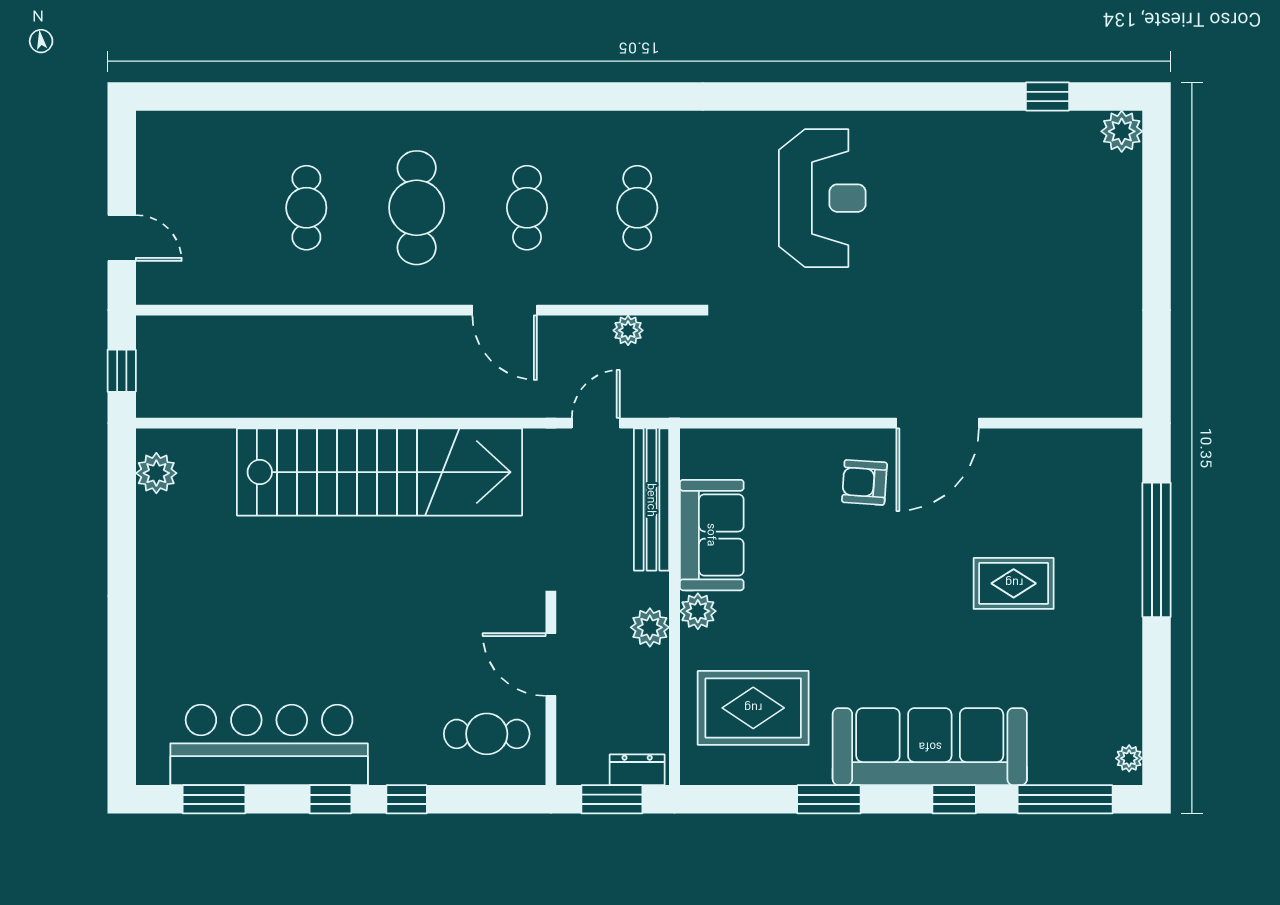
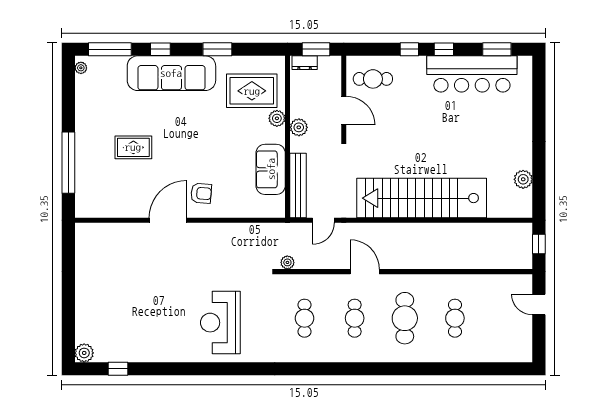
plant: (628, 330) -> (287, 262), moved
plant: (156, 473) -> (523, 179), moved
plant: (698, 611) -> (277, 118), moved

